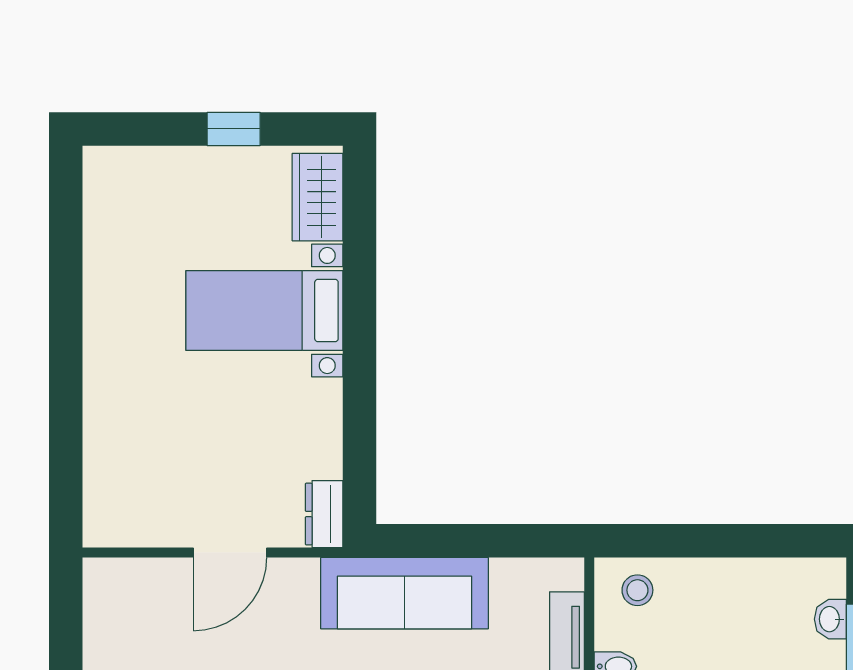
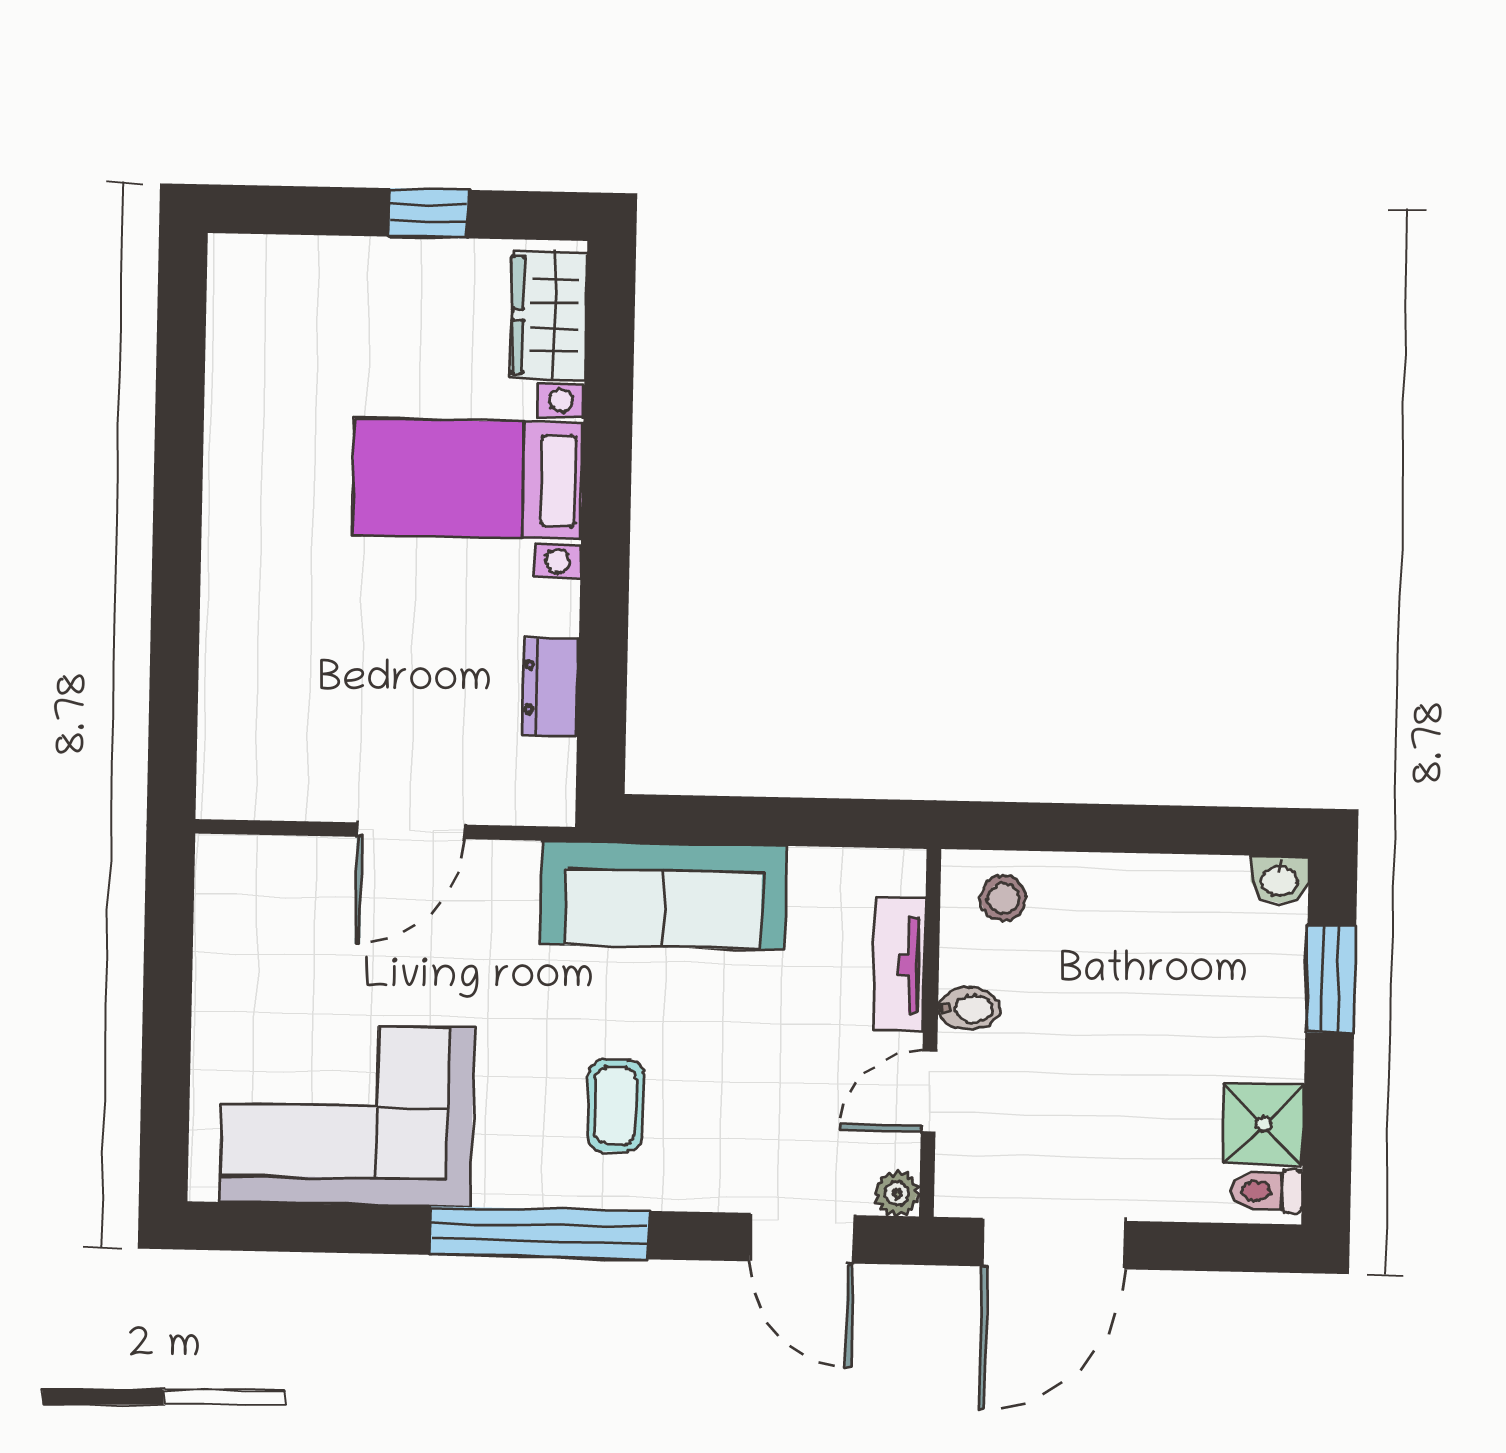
dresser: (324, 514) -> (551, 687), moved
washbasin: (830, 619) -> (1280, 880), moved, turned -90

